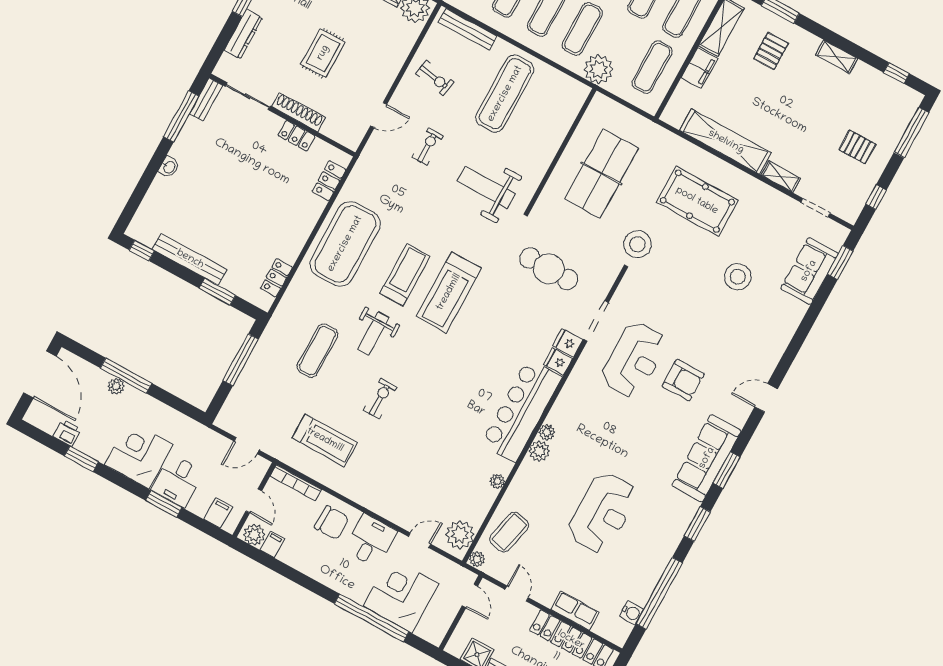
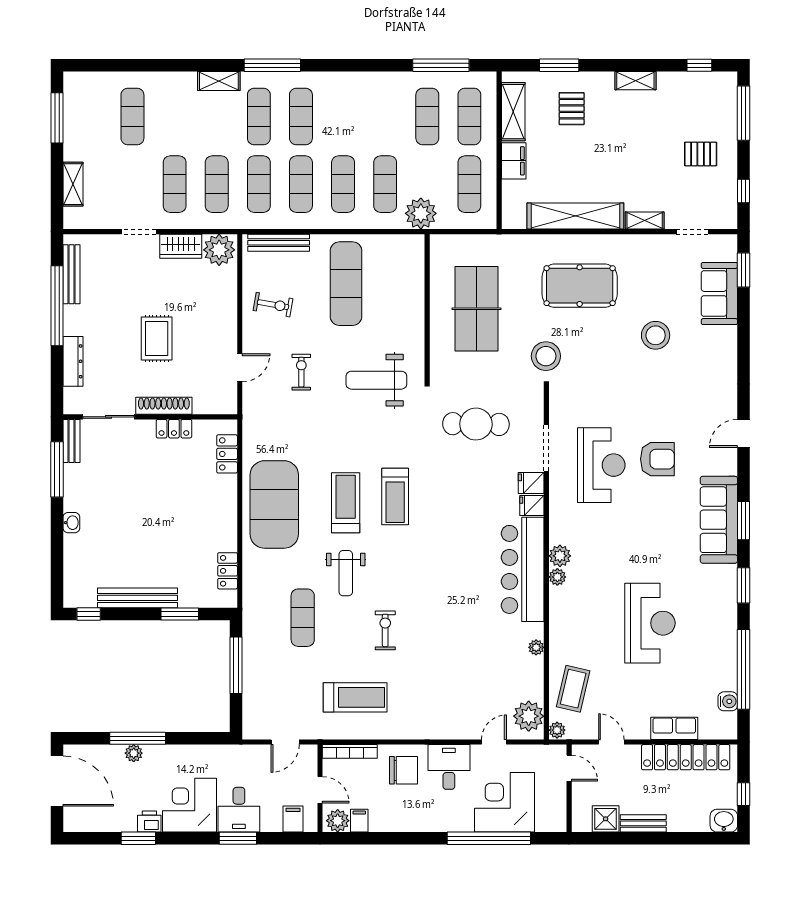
treadmill: (449, 292) -> (395, 497), width x0.73, depth x0.73
printer: (67, 433) -> (149, 822), moved
plant: (539, 451) -> (560, 556), moved

